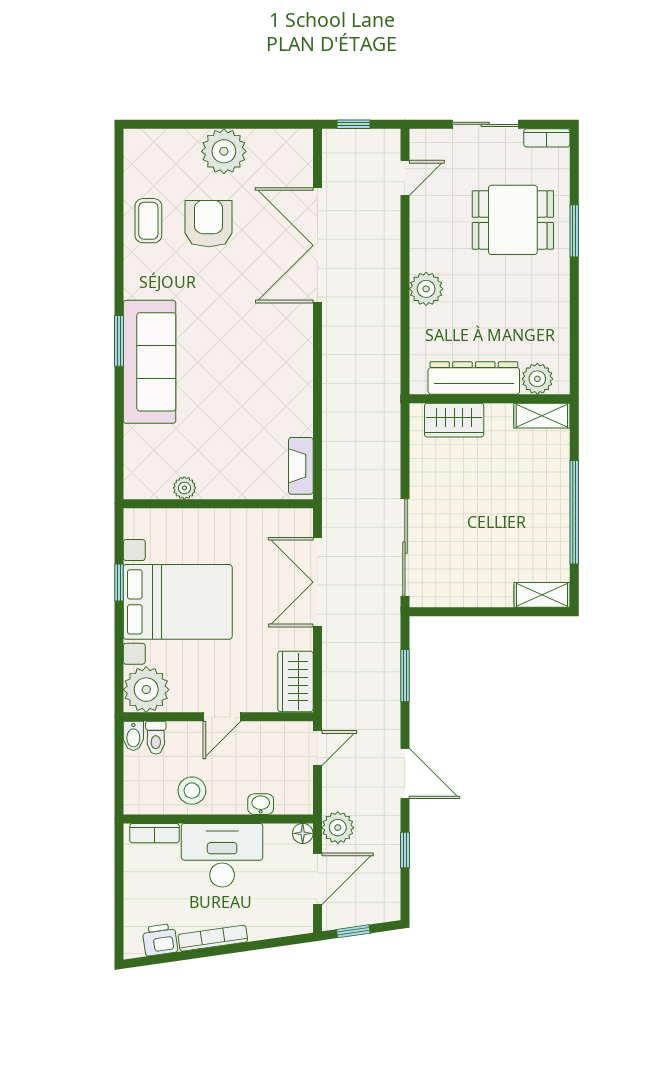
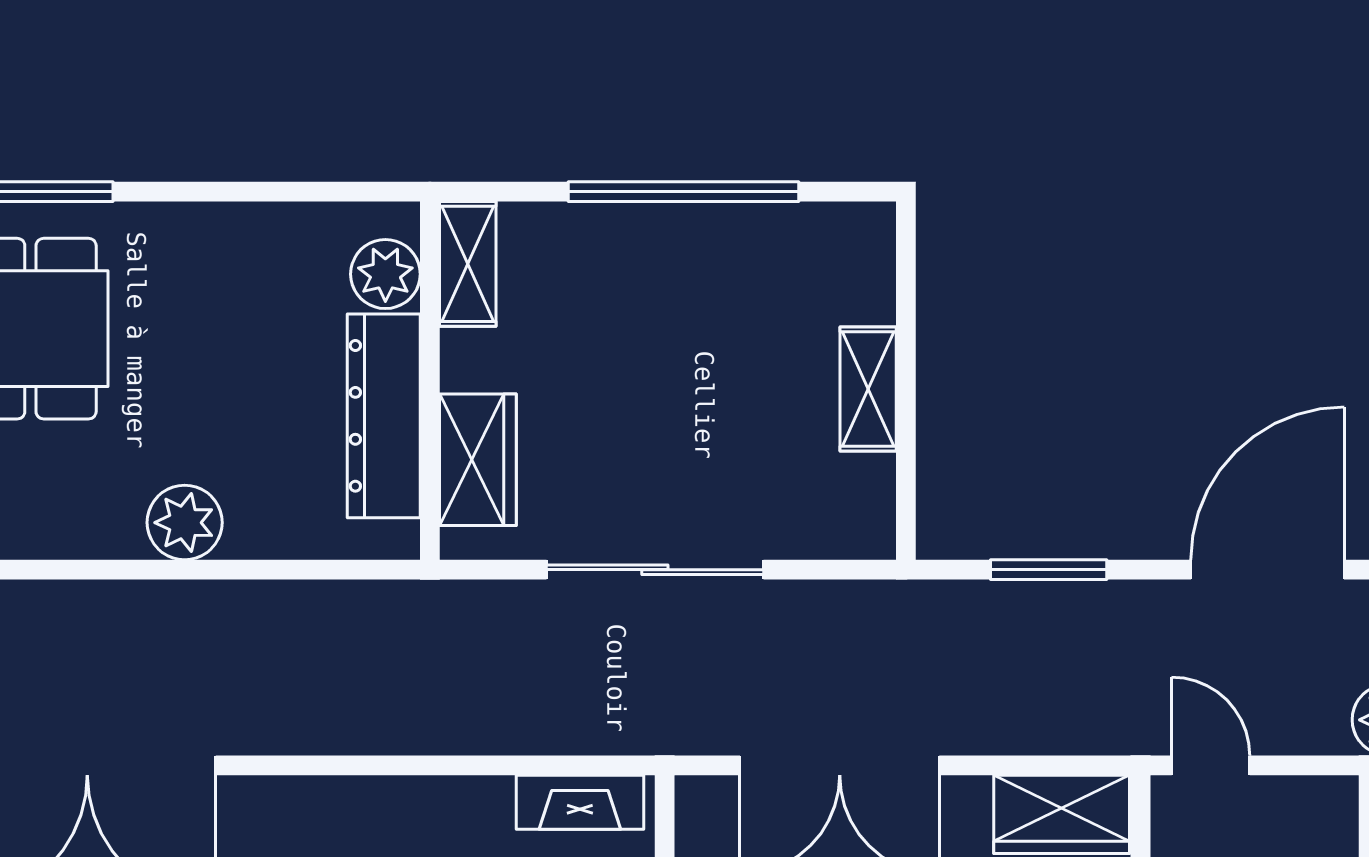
sliding door: (405, 548) -> (655, 570), moved
shelving: (542, 595) -> (868, 389), moved
door: (405, 774) -> (1268, 570), width x1.36

